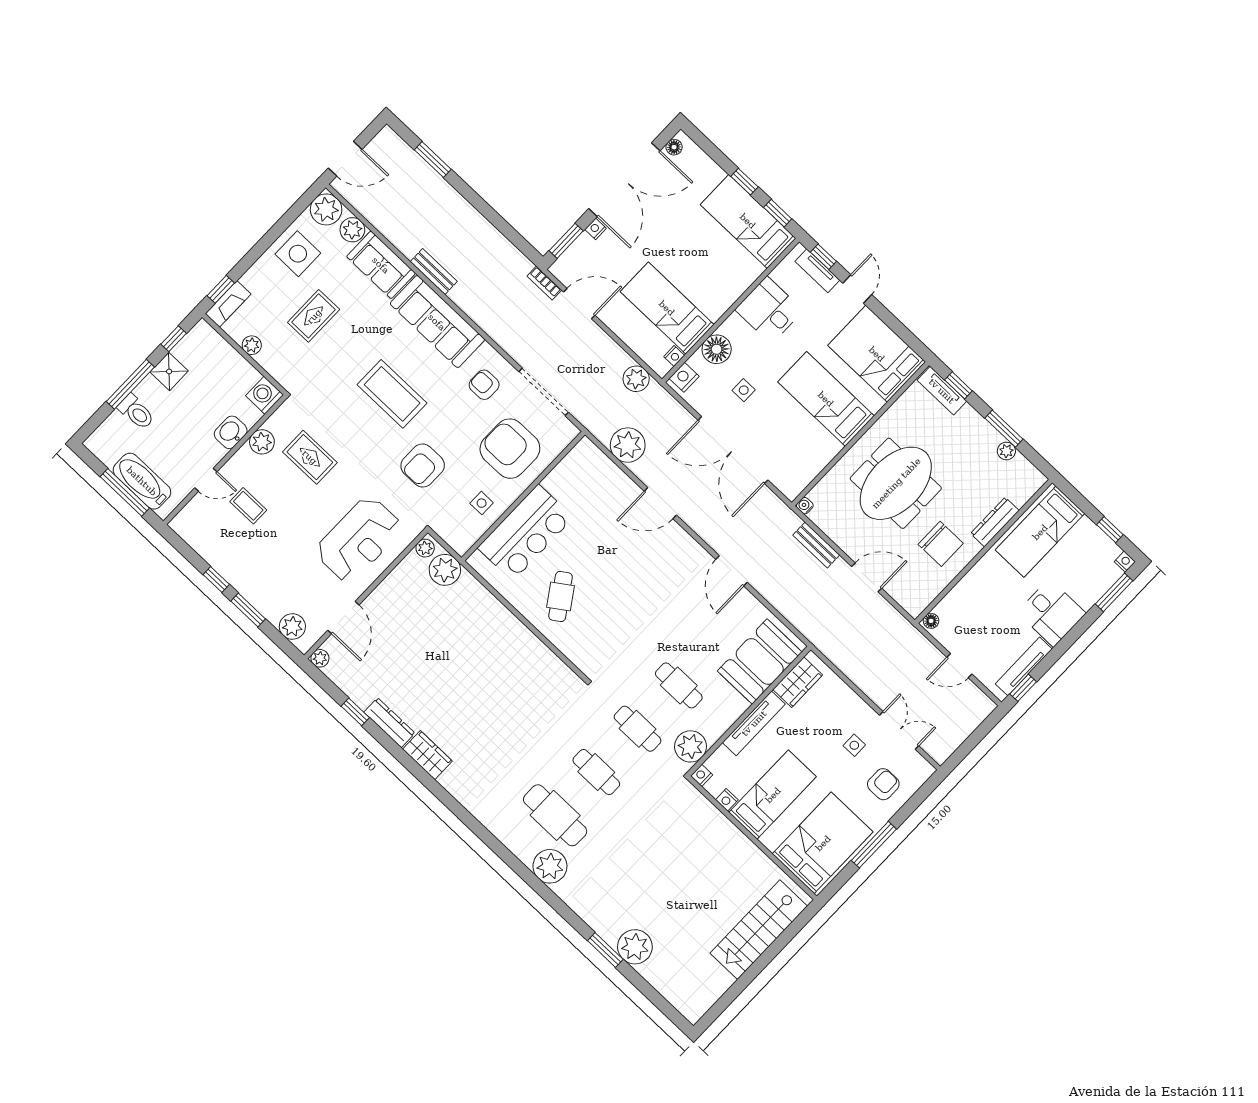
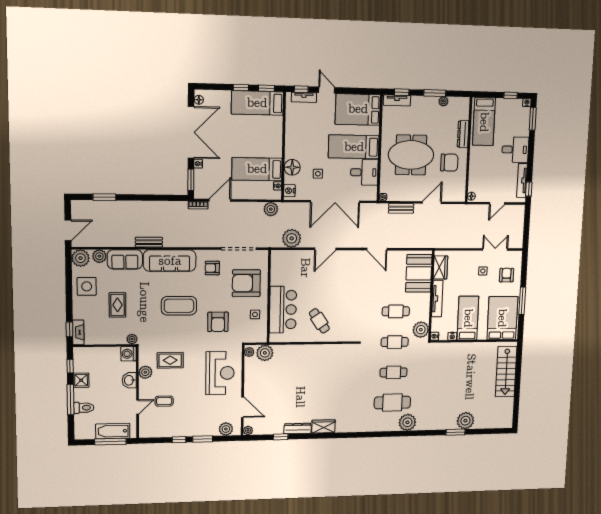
desk: (769, 310) -> (364, 172), moved, turned 180
plant: (252, 345) -> (132, 339), moved
meeting table: (896, 483) -> (411, 155), turned 90

